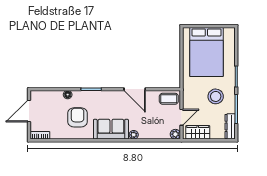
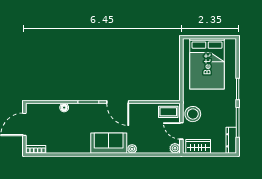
door: (135, 89) -> (118, 102), moved
stool: (216, 96) -> (193, 114), moved
armchair: (78, 117) -> (74, 131), removed
door: (182, 117) -> (181, 131), swing flipped

